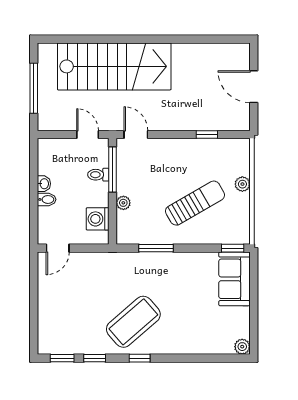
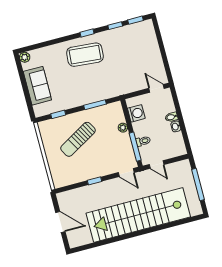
stairs: (114, 66) -> (138, 215), width x1.36
window: (207, 134) -> (95, 181), moved
plant: (242, 184) -> (51, 159), removed
door: (58, 248) -> (157, 88), hinge flipped
window: (233, 248) -> (58, 114), moved
sofa: (234, 279) -> (37, 86), moved
coffee table: (133, 322) -> (85, 55), moved, turned 46

